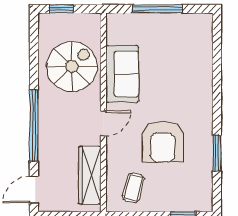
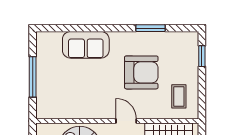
sofa: (122, 74) -> (86, 45), moved, turned 180
coffee table: (133, 188) -> (179, 96), turned 76

